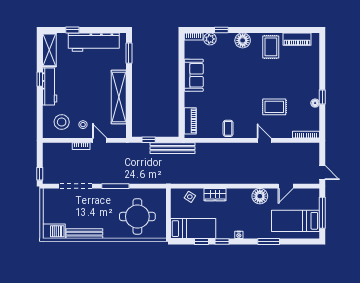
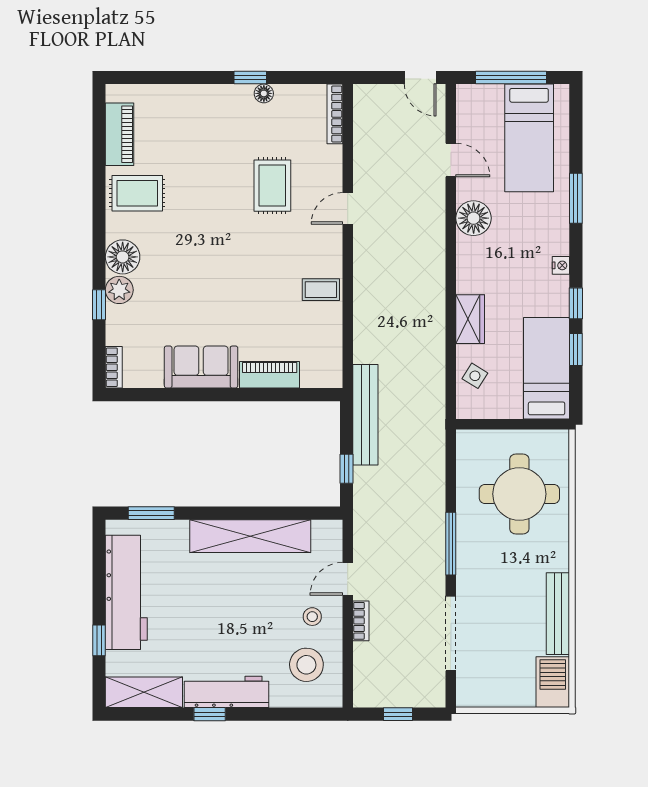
plant: (210, 39) -> (119, 290), moved
piano: (190, 121) -> (270, 375), moved
door: (322, 172) -> (420, 78), swing flipped
window: (40, 174) -> (398, 714), moved

